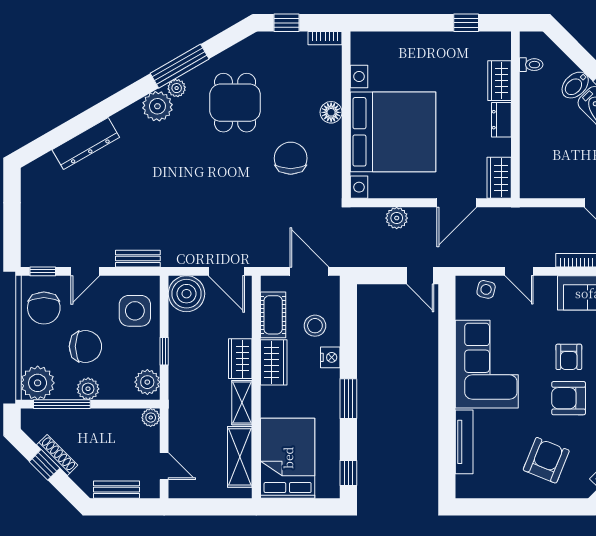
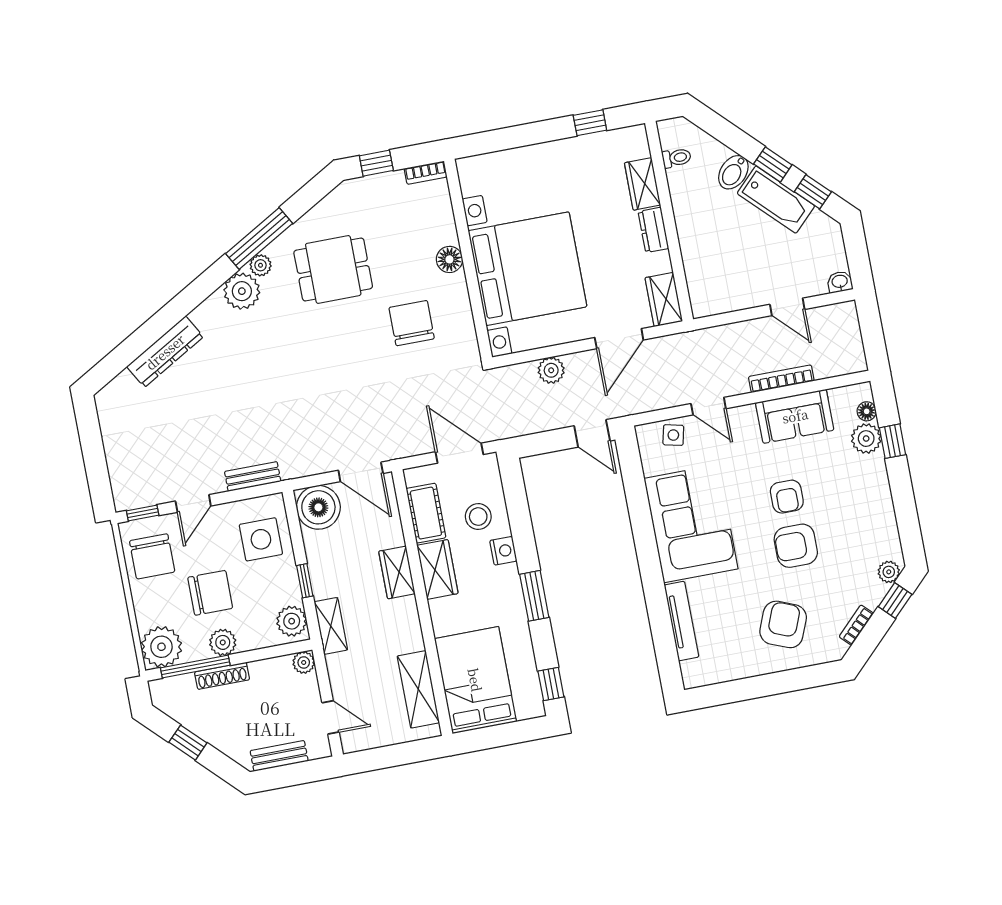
dining table: (235, 103) -> (333, 269), turned 90
shelving: (242, 403) -> (331, 626), moved
shoe rack: (57, 455) -> (222, 676), moved, turned 135

